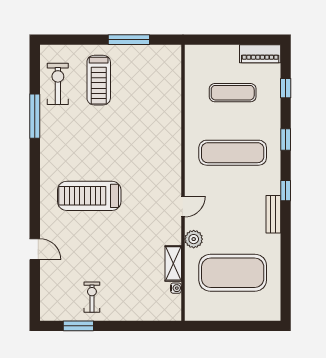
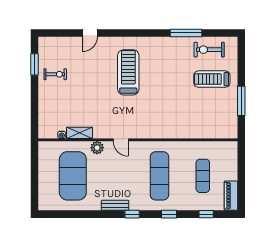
exercise bike: (58, 84) -> (209, 50), turned 180

